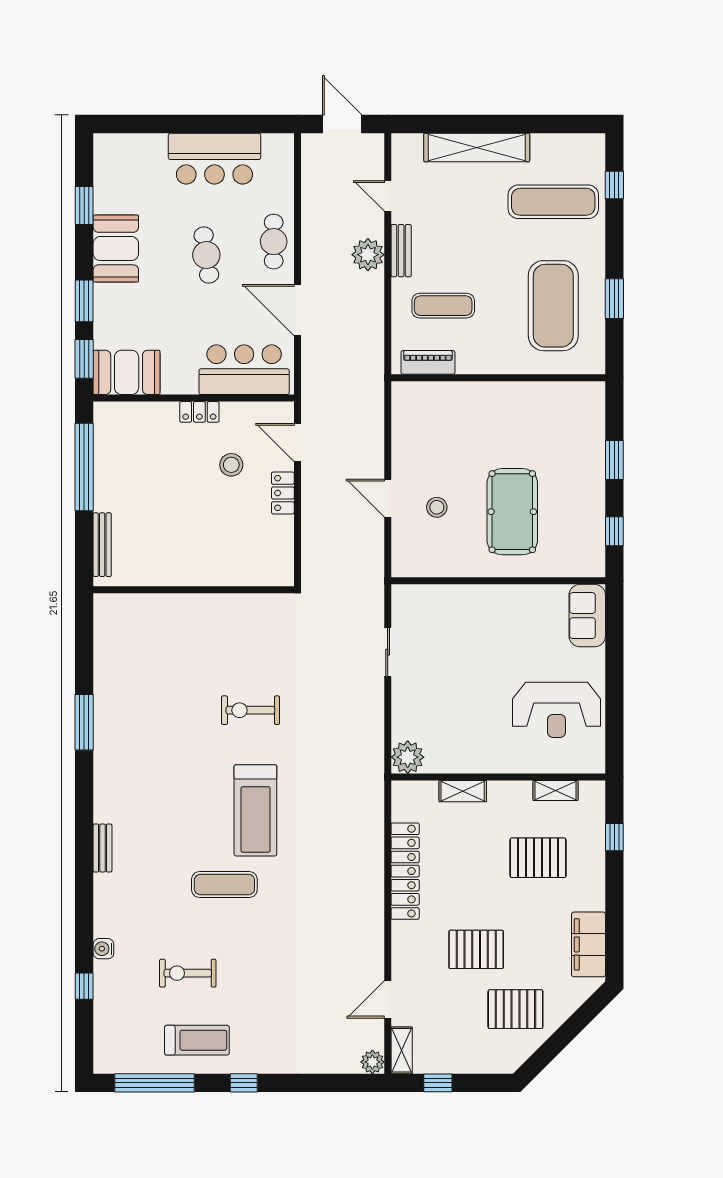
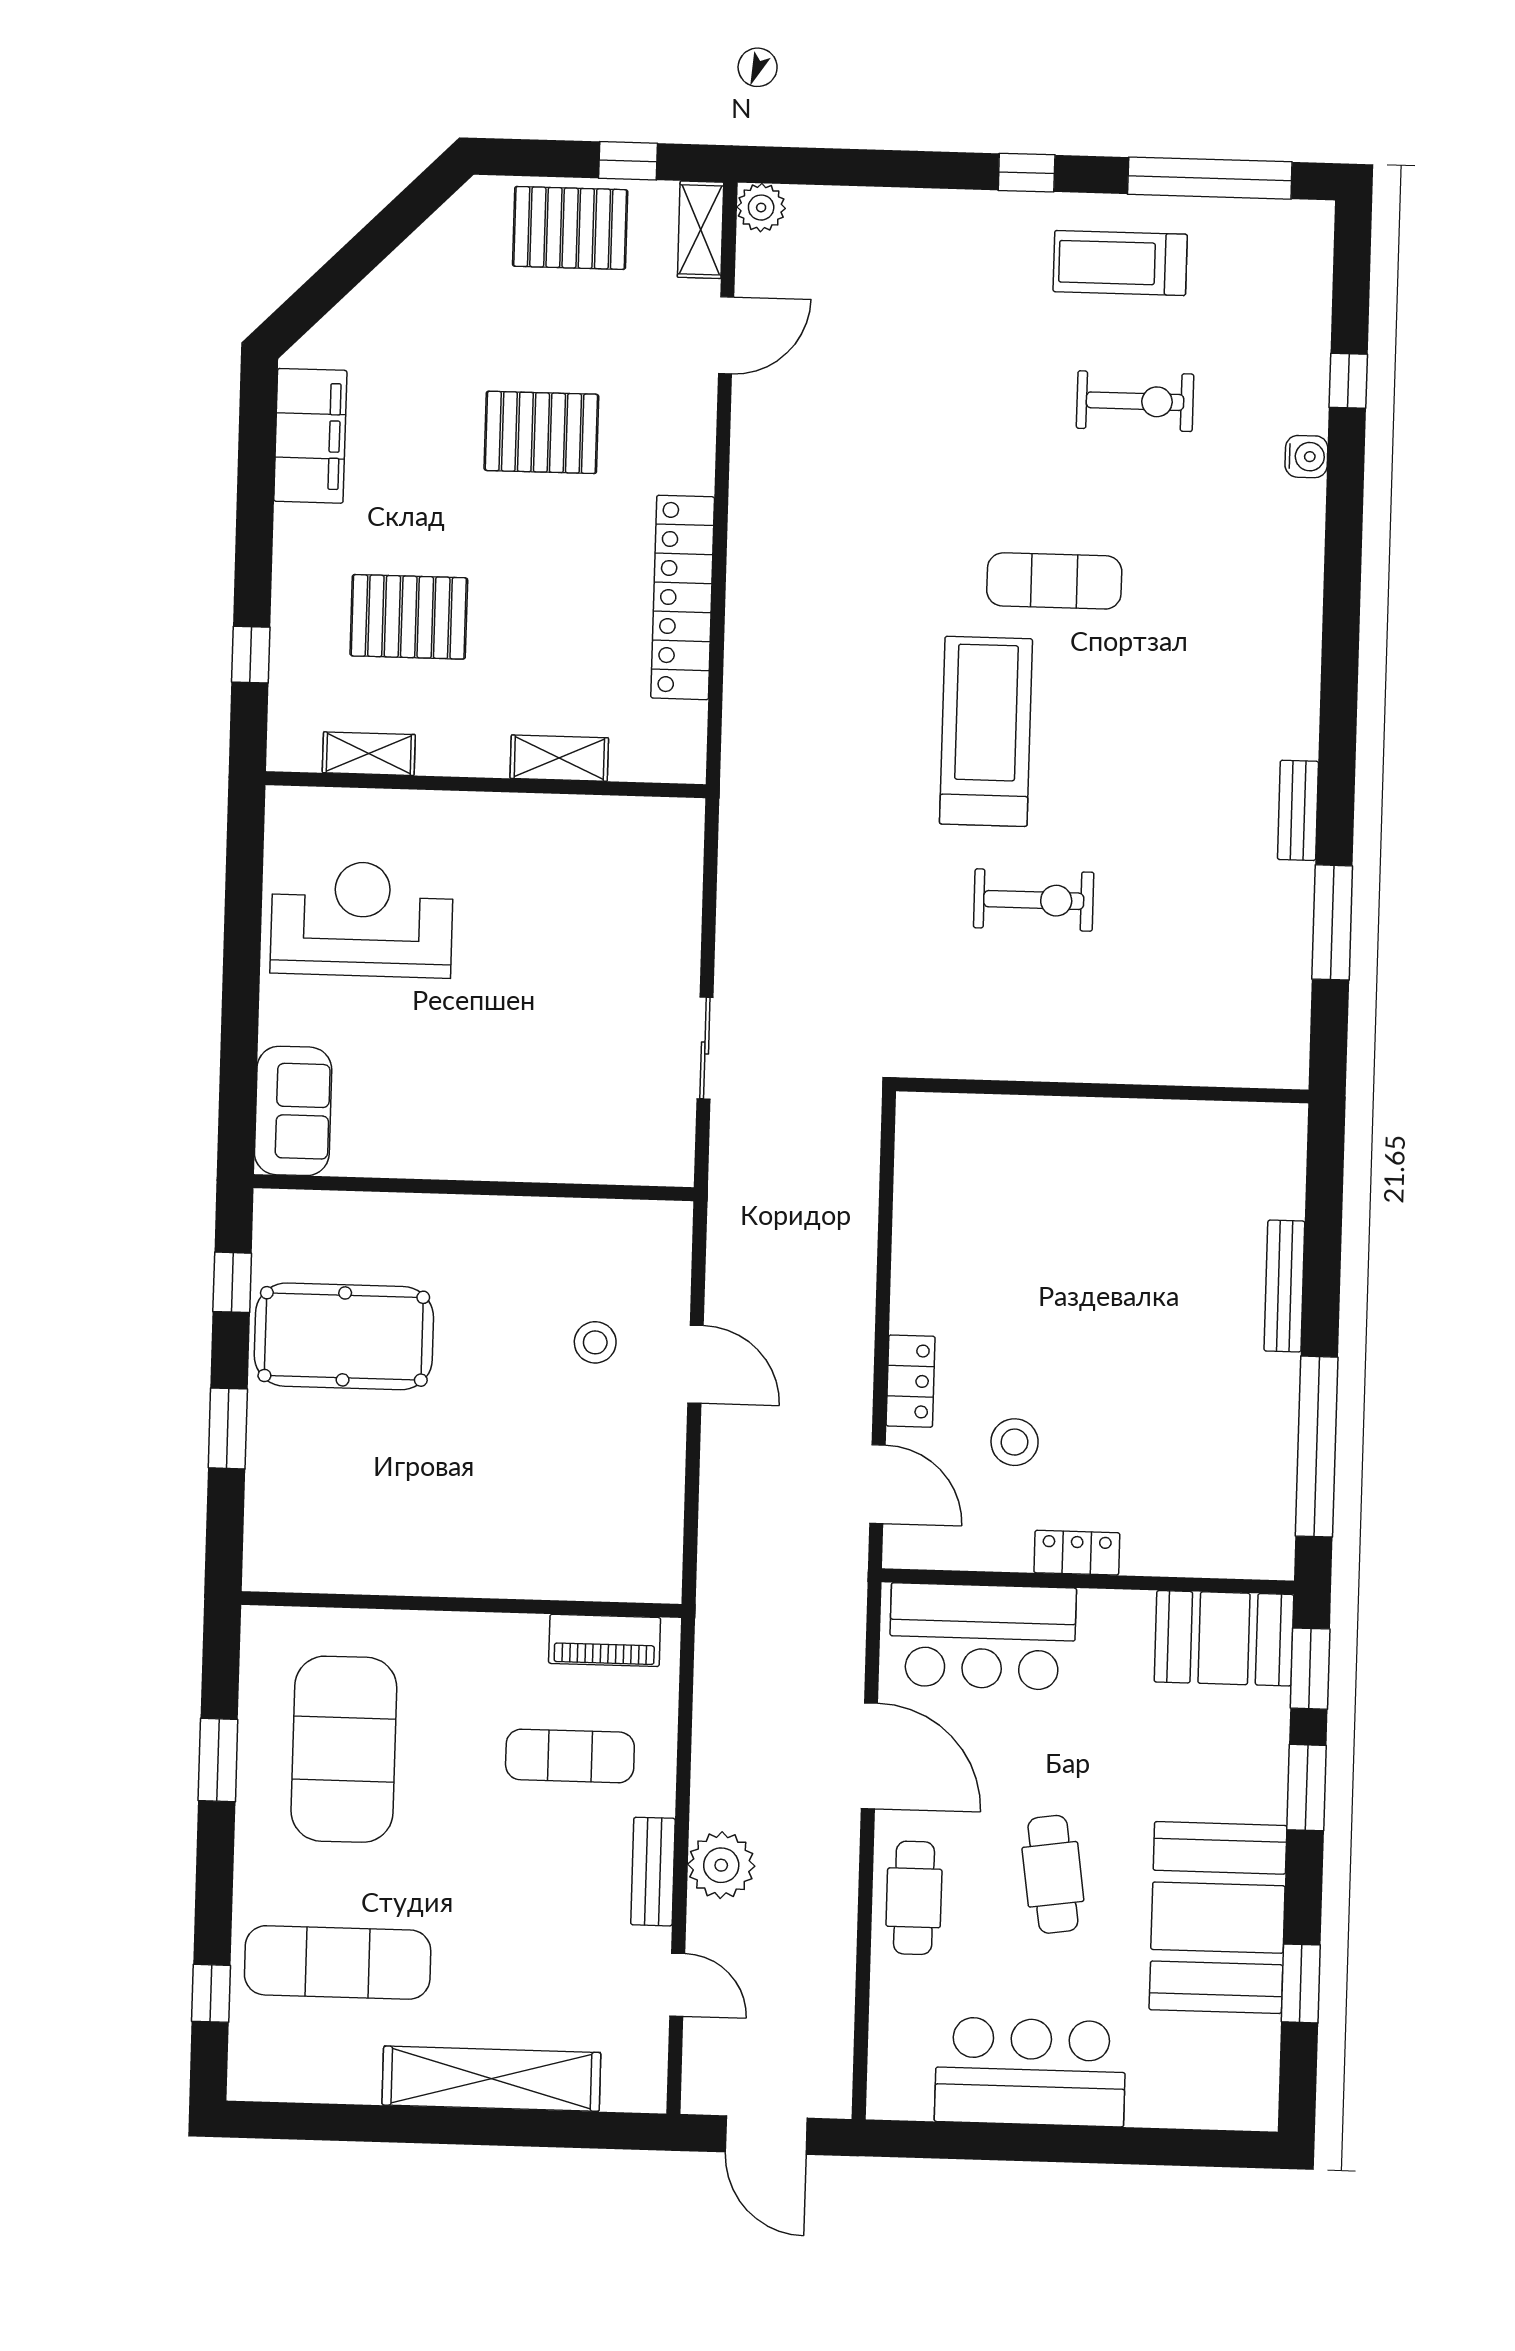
booth: (116, 249) -> (1218, 1918), width x1.36, depth x1.42
pool table: (512, 512) -> (344, 1336), moved, turned 90
wall: (194, 590) -> (1102, 1090), moved
exercise bike: (250, 710) -> (1034, 900), moved
plant: (408, 757) -> (670, 831), removed
bench: (102, 848) -> (1298, 810), moved
pallet: (515, 1009) -> (570, 228), moved

